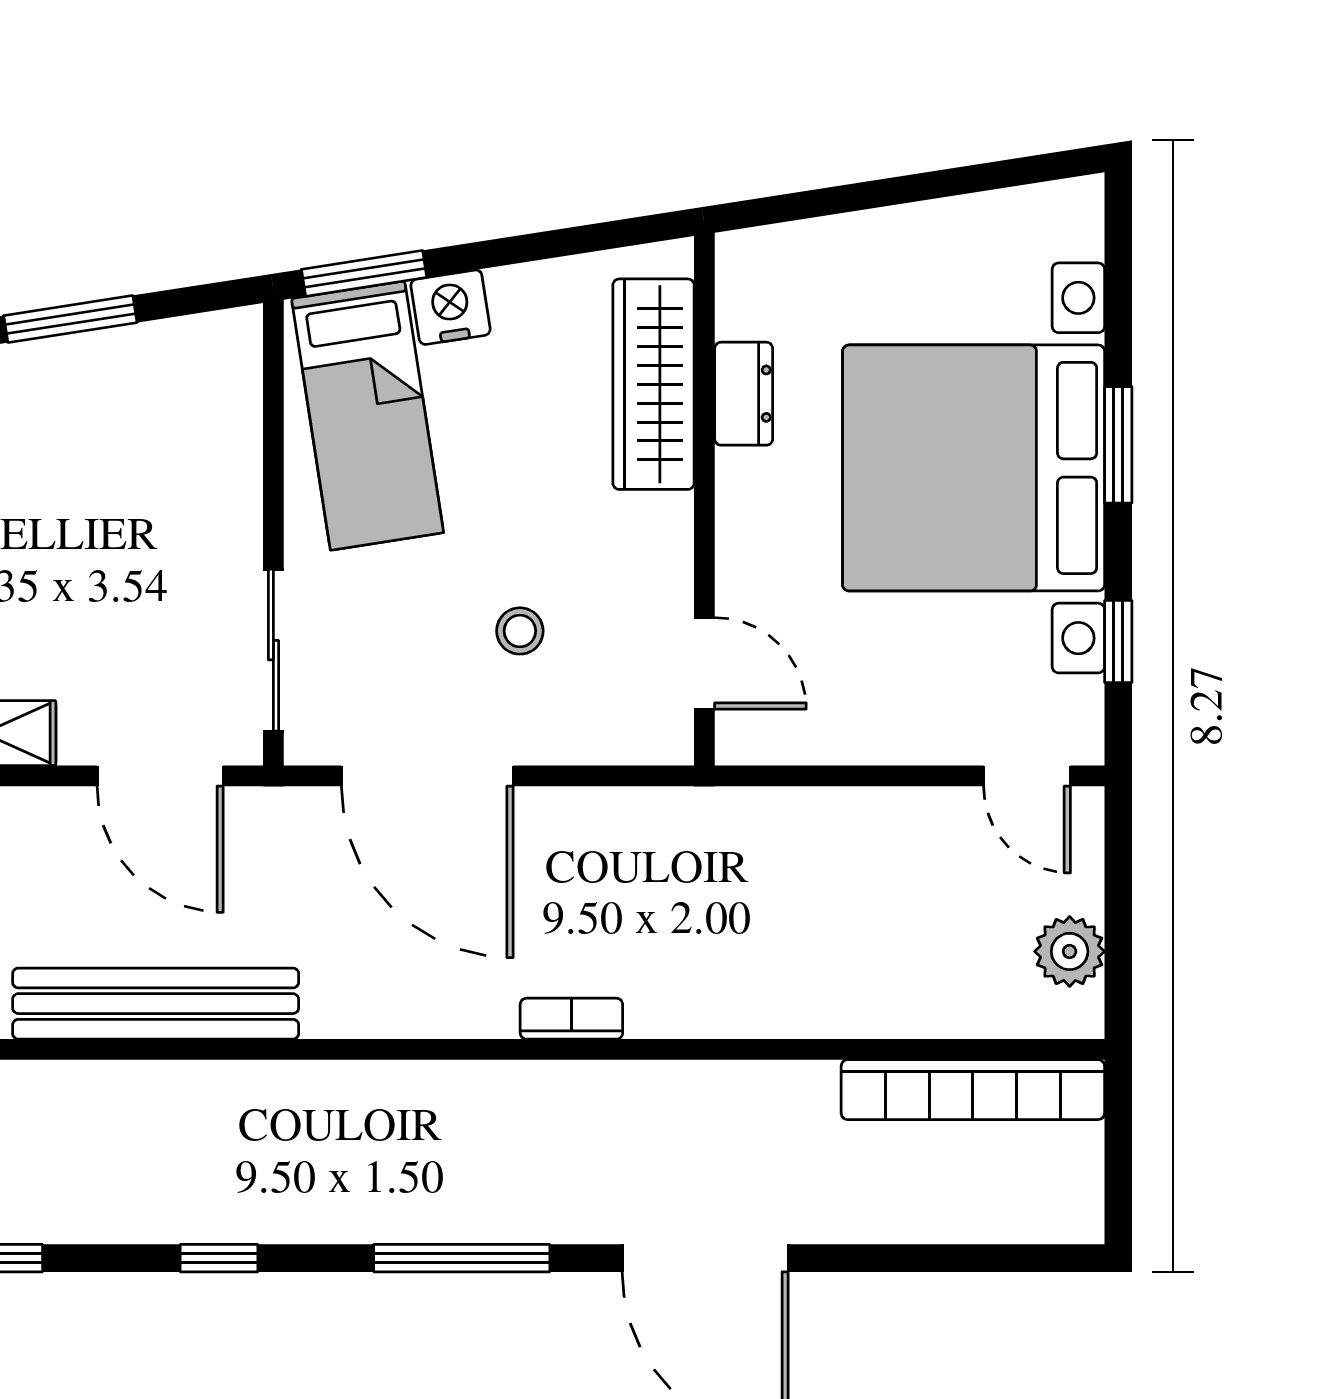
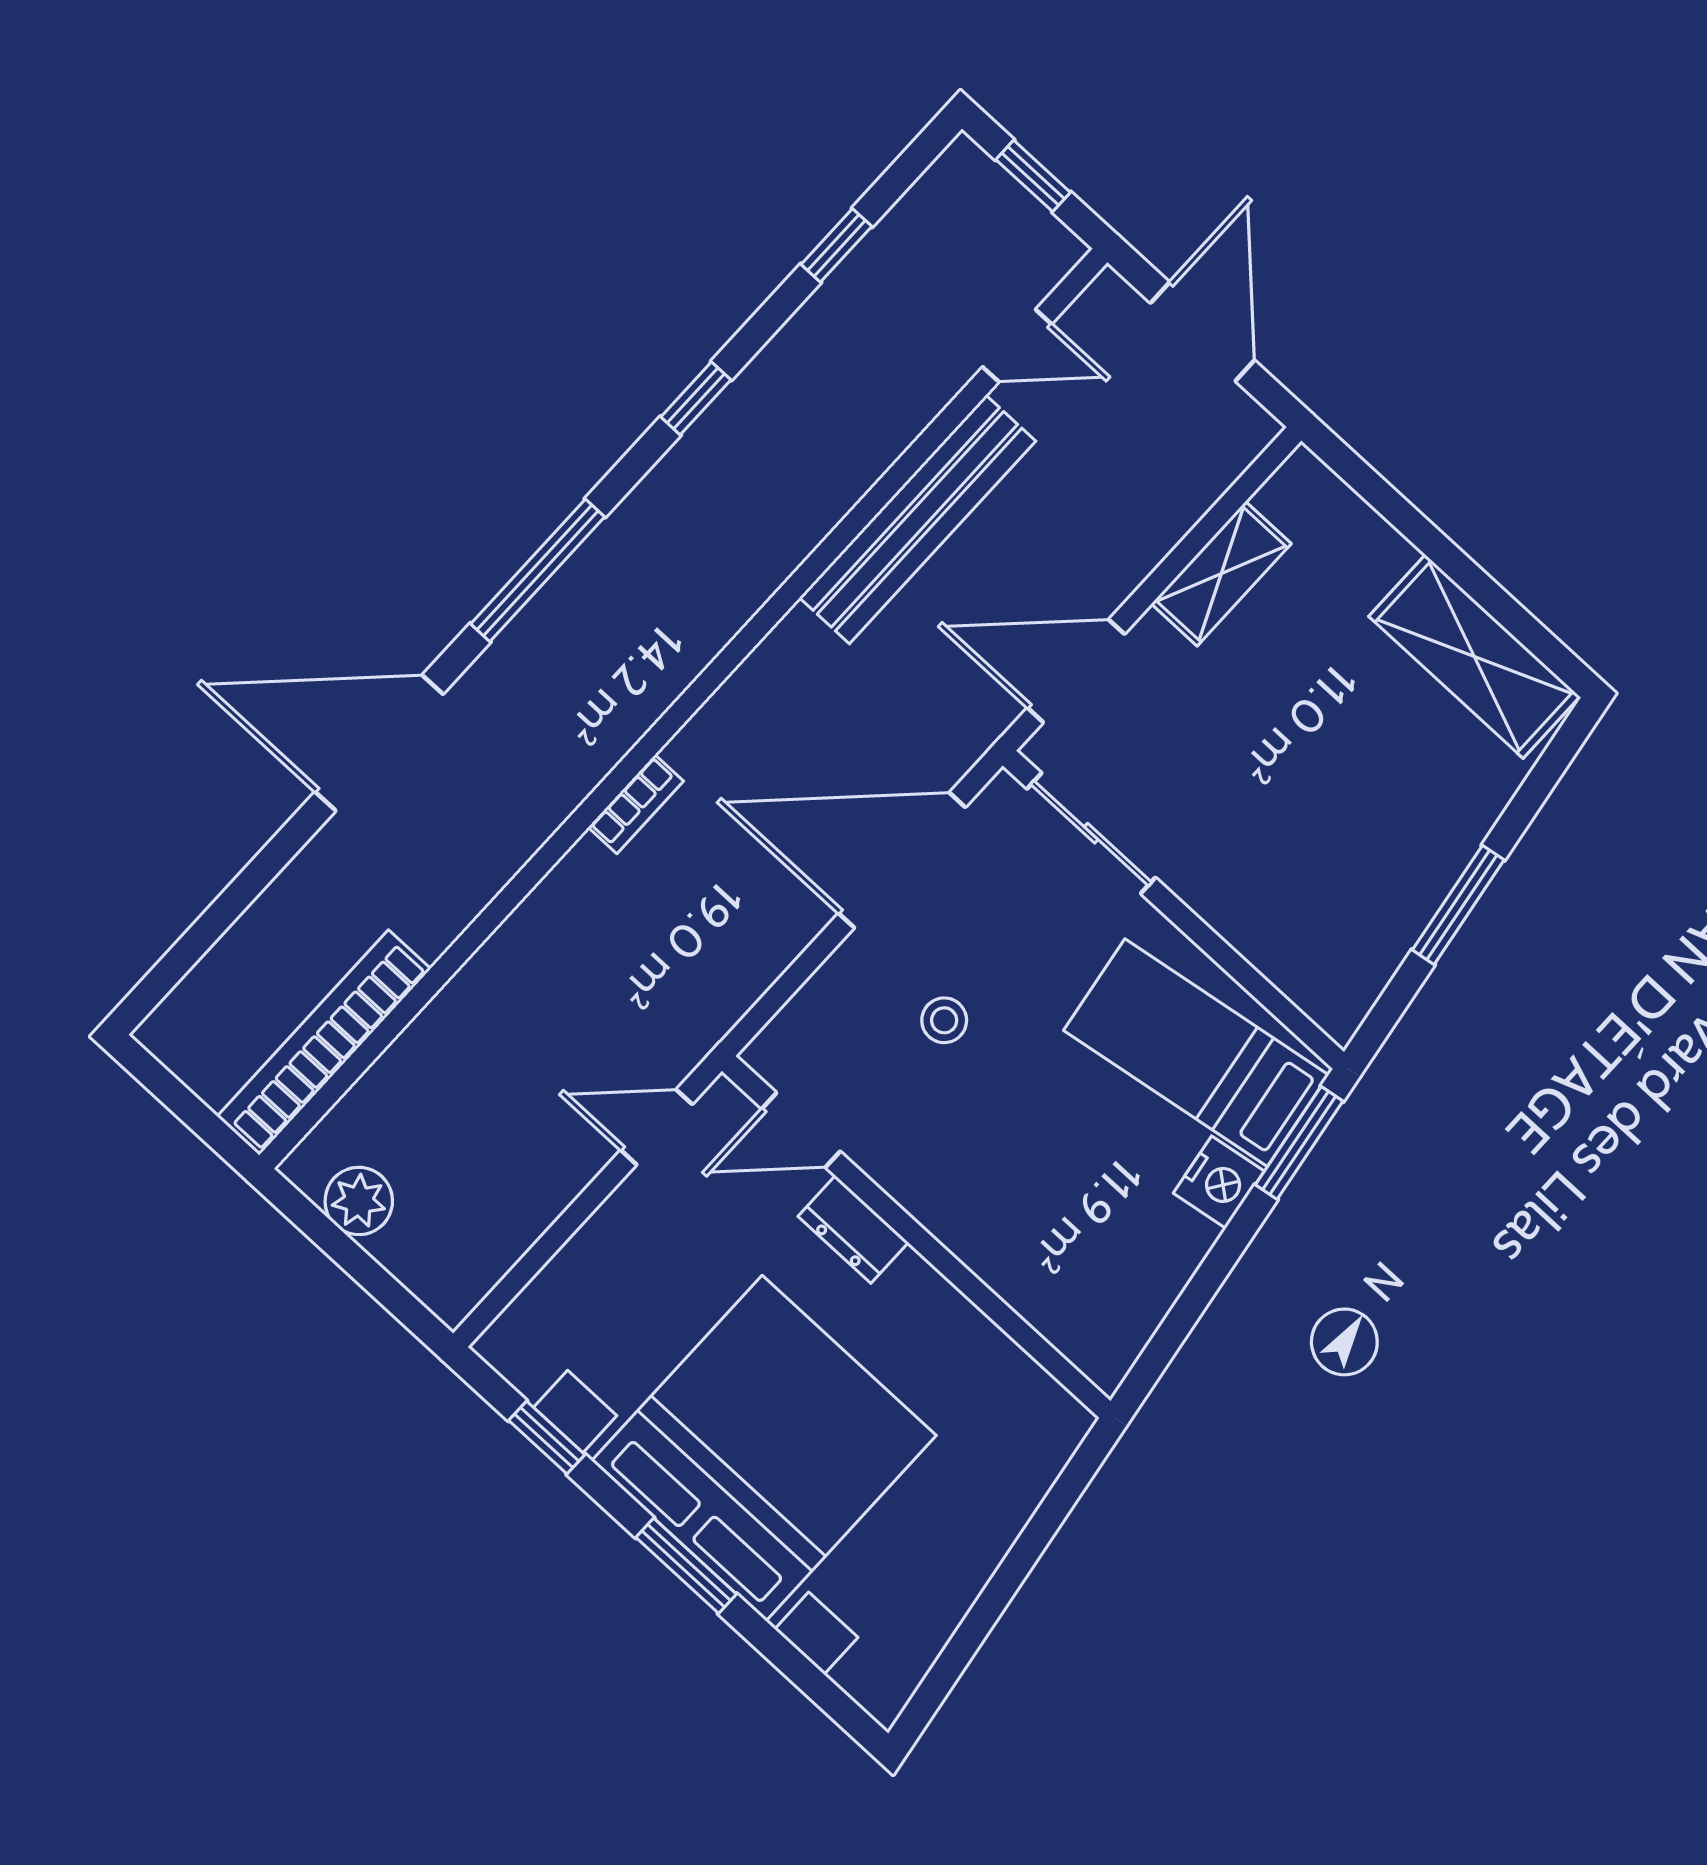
wardrobe: (653, 384) -> (1032, 1276), removed
dresser: (744, 394) -> (853, 1229), moved
door: (1027, 776) -> (656, 1127), moved

